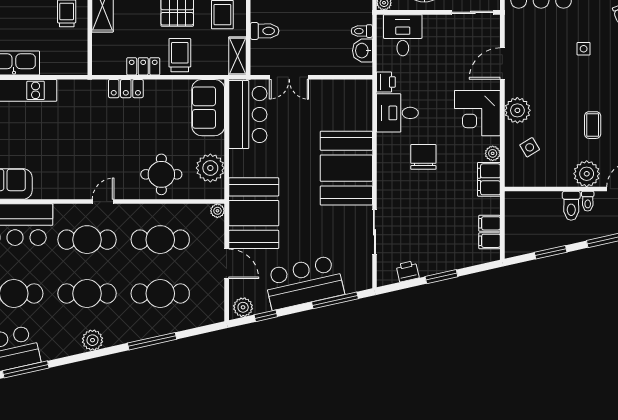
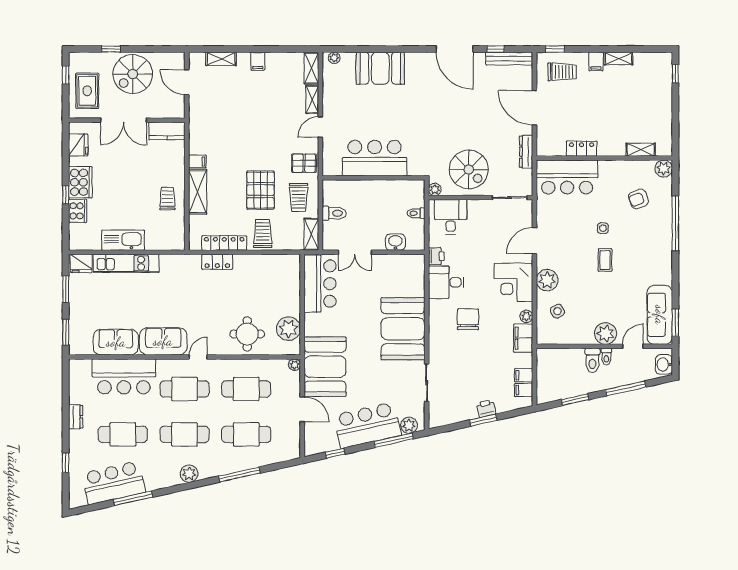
washbasin: (362, 51) -> (395, 242), moved, turned 90
locker: (143, 66) -> (224, 243), width x1.53
sofa: (208, 108) -> (163, 341), moved, turned 90
coffee table: (593, 125) -> (605, 260), moved
printer: (407, 271) -> (486, 409), moved
plant: (243, 307) -> (409, 425), moved

